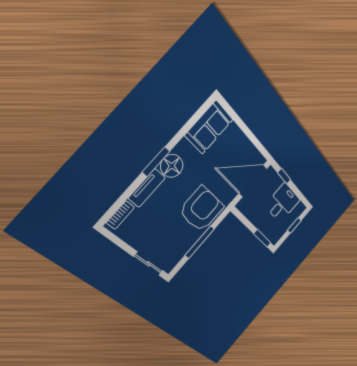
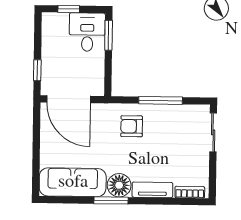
sofa: (209, 127) -> (73, 182), width x1.36
window: (156, 162) -> (111, 200), moved
desk: (282, 203) -> (87, 32), moved, turned 90
armchair: (202, 209) -> (132, 126), width x0.53, depth x0.53

